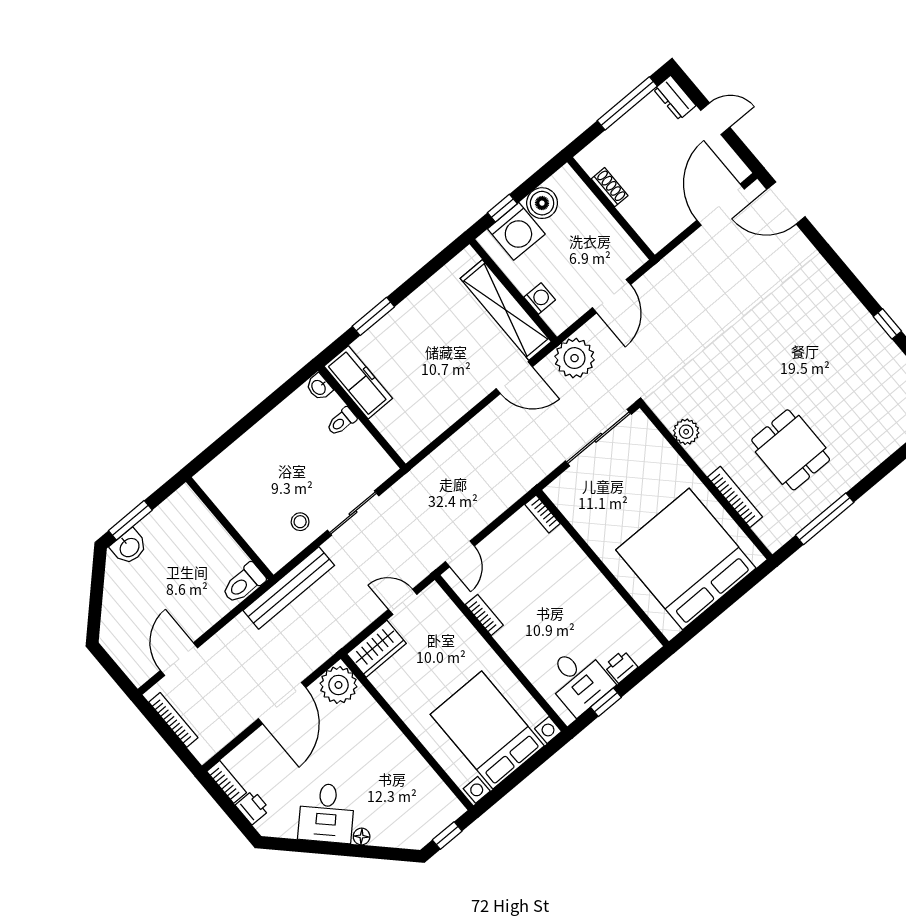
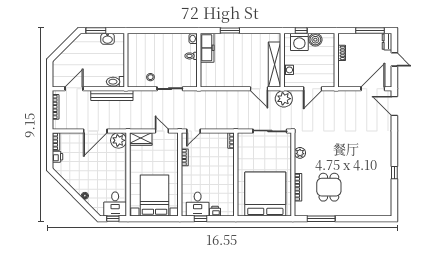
washbasin: (129, 547) -> (108, 39), moved
bench: (289, 588) -> (112, 95), moved
desk: (327, 813) -> (115, 204), moved, turned -45

